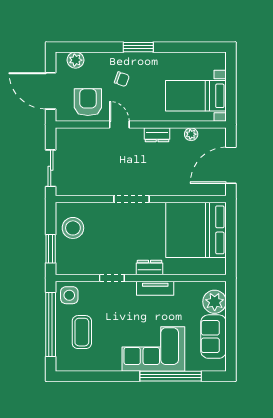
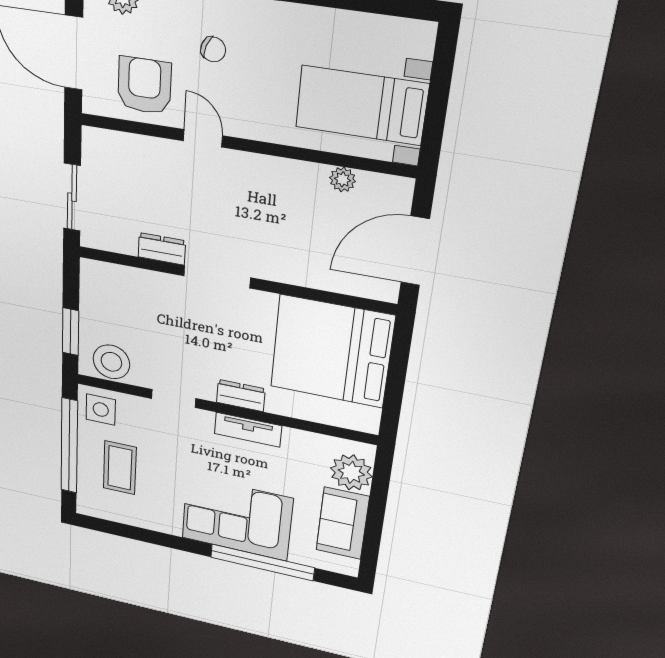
dresser: (157, 135) -> (162, 249), moved, turned 180
stool: (73, 228) -> (111, 362), moved

